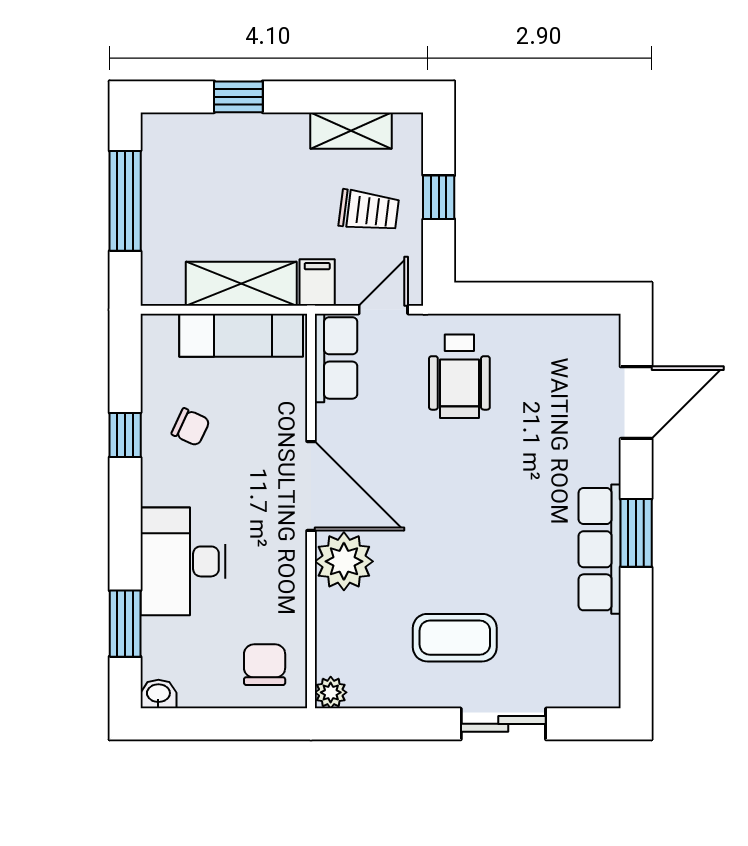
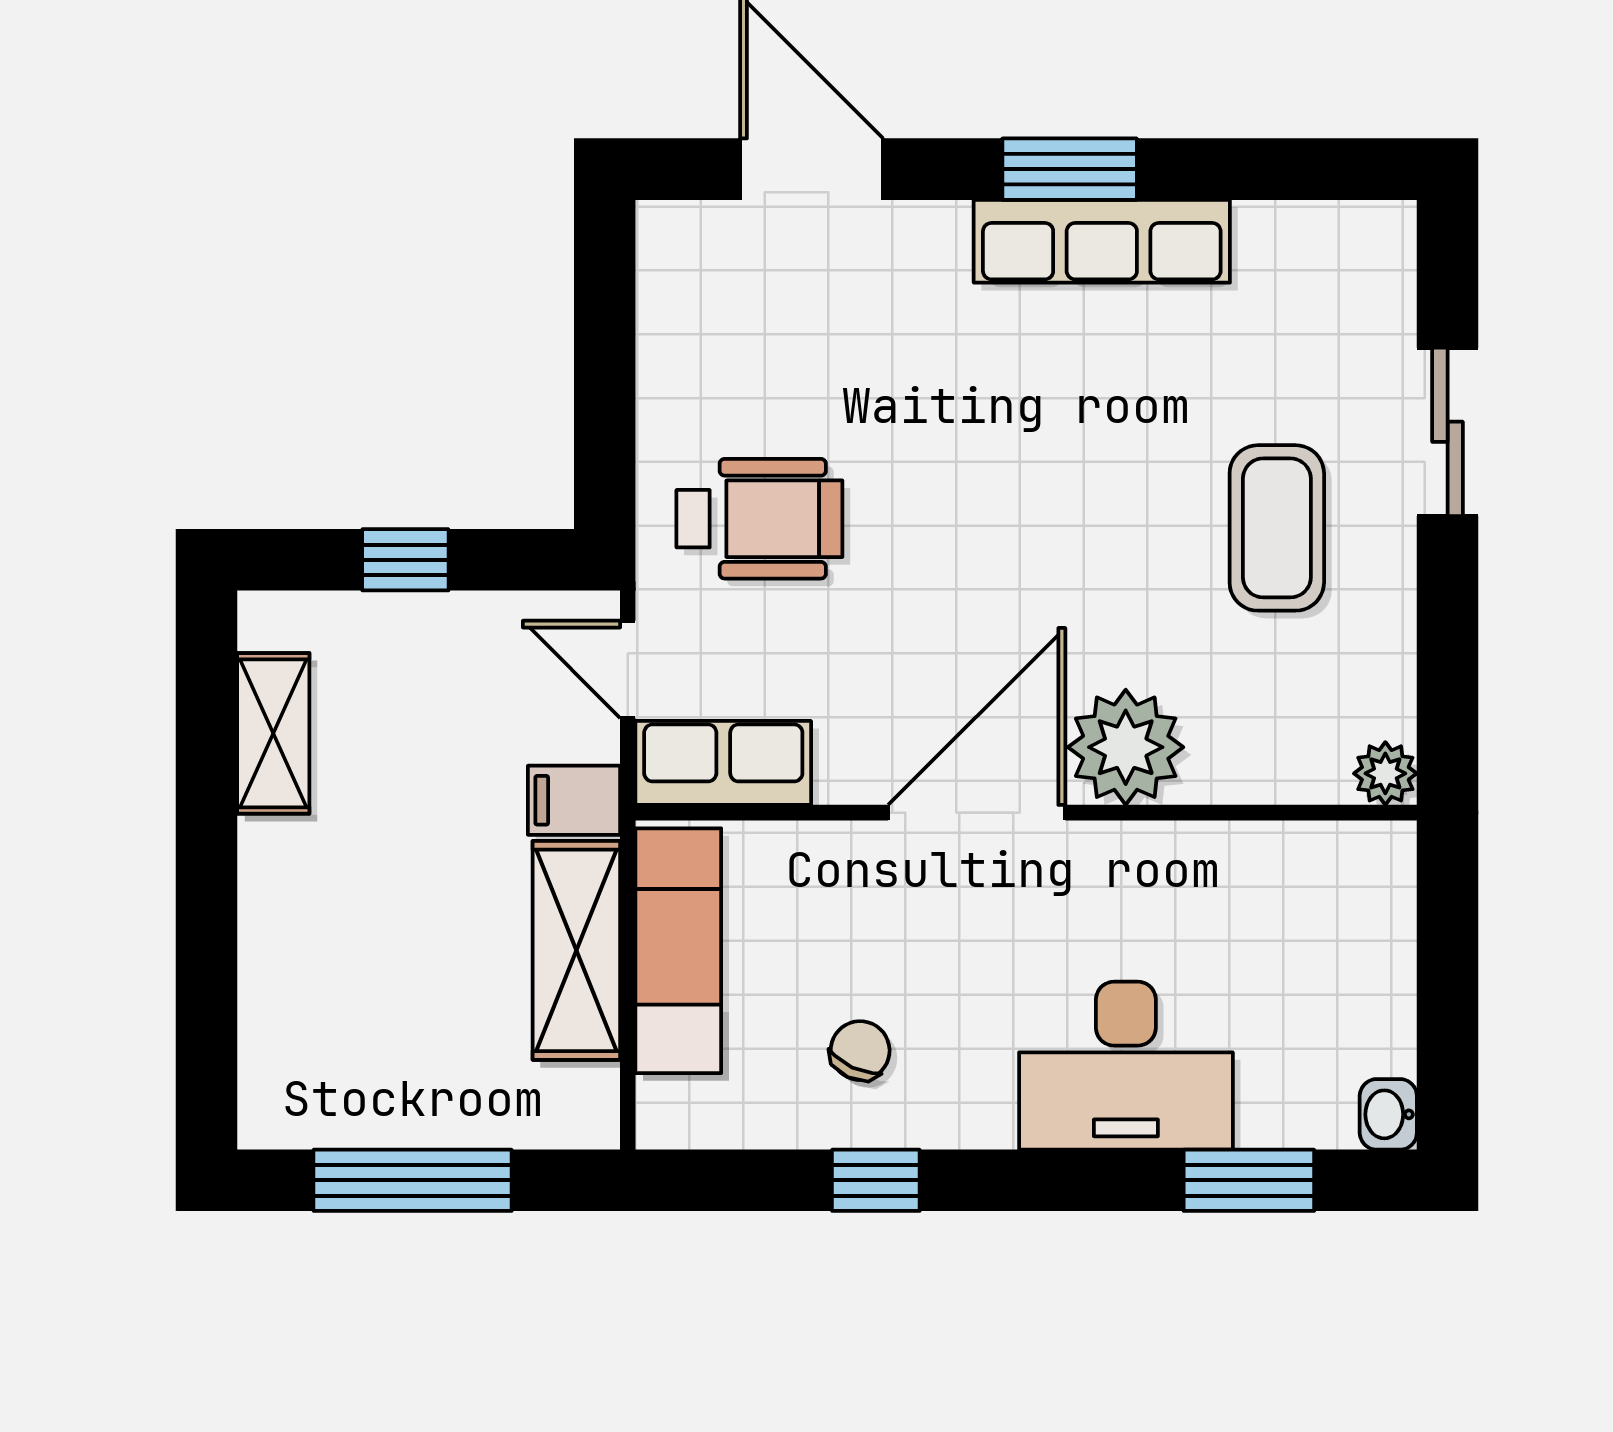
window: (238, 97) -> (206, 956), removed
trolley: (369, 211) -> (432, 698), removed
chair: (265, 665) -> (1330, 904), removed

